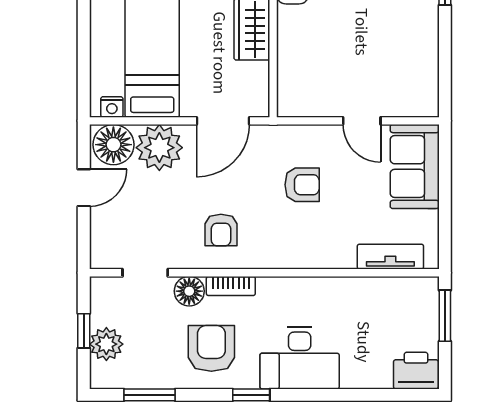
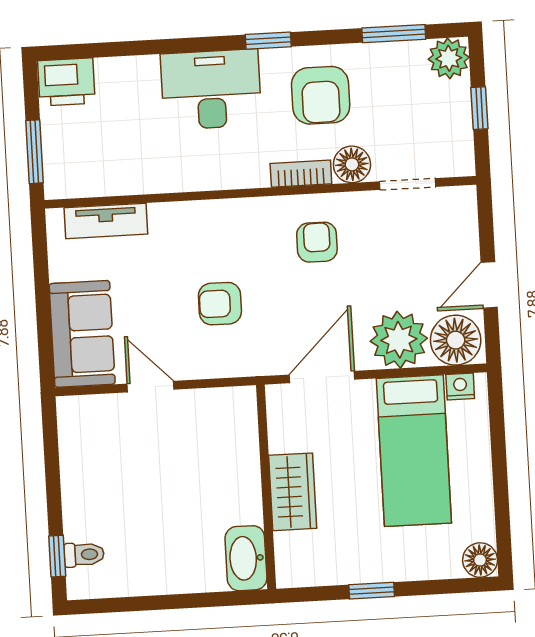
plant: (106, 344) -> (449, 58), moved

